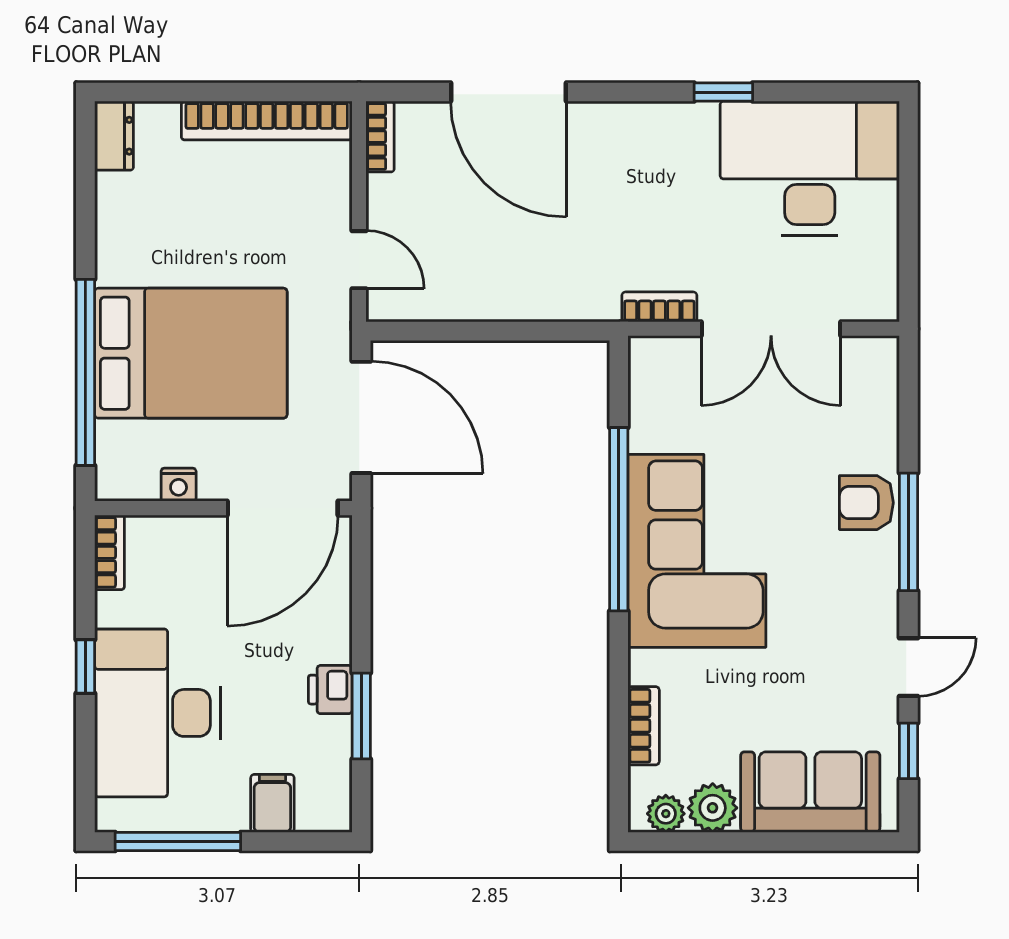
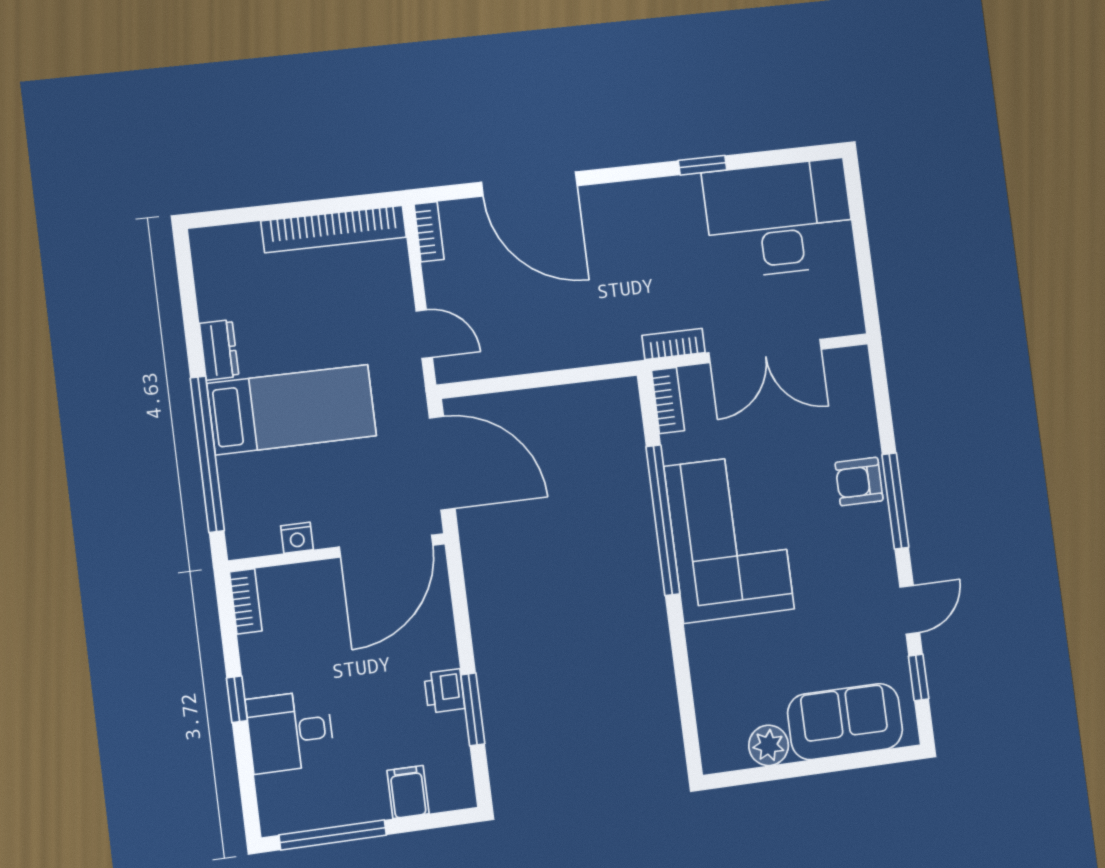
dresser: (114, 136) -> (219, 350), moved
bed: (191, 353) -> (292, 410), width x0.67
desk: (157, 713) -> (290, 732), width x0.53, depth x0.77
bookcase: (644, 726) -> (668, 400), moved
plant: (666, 814) -> (732, 755), removed

